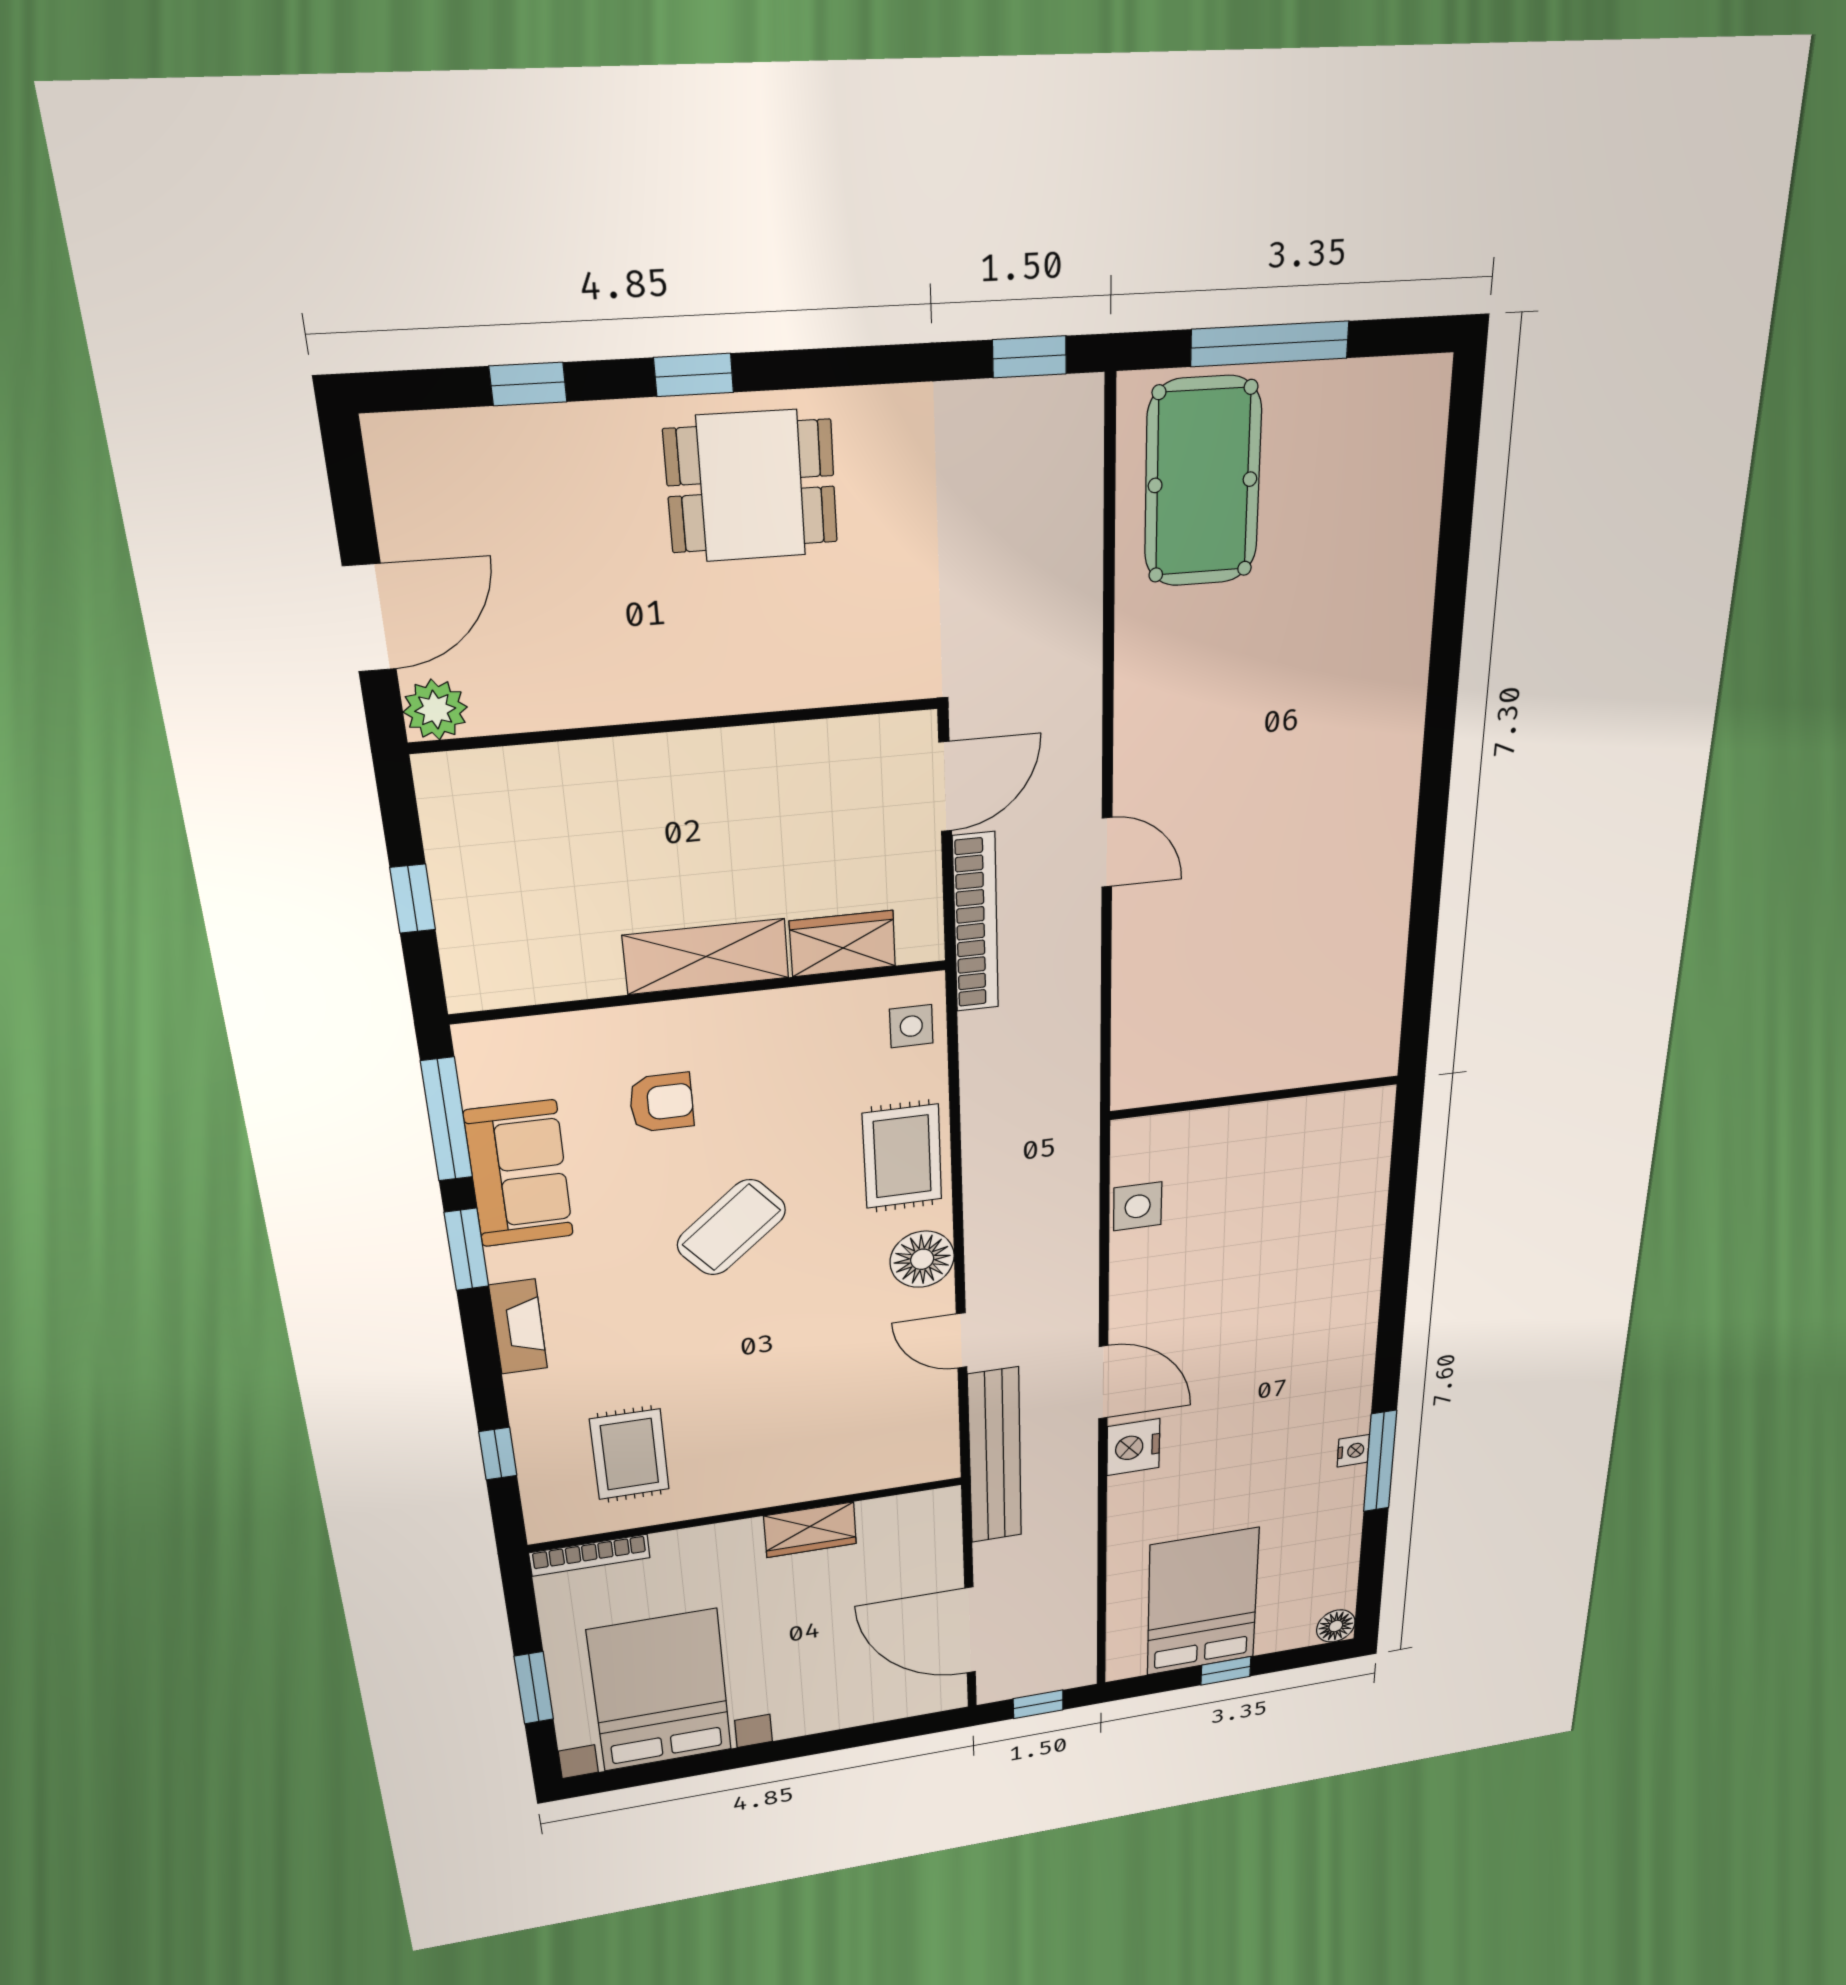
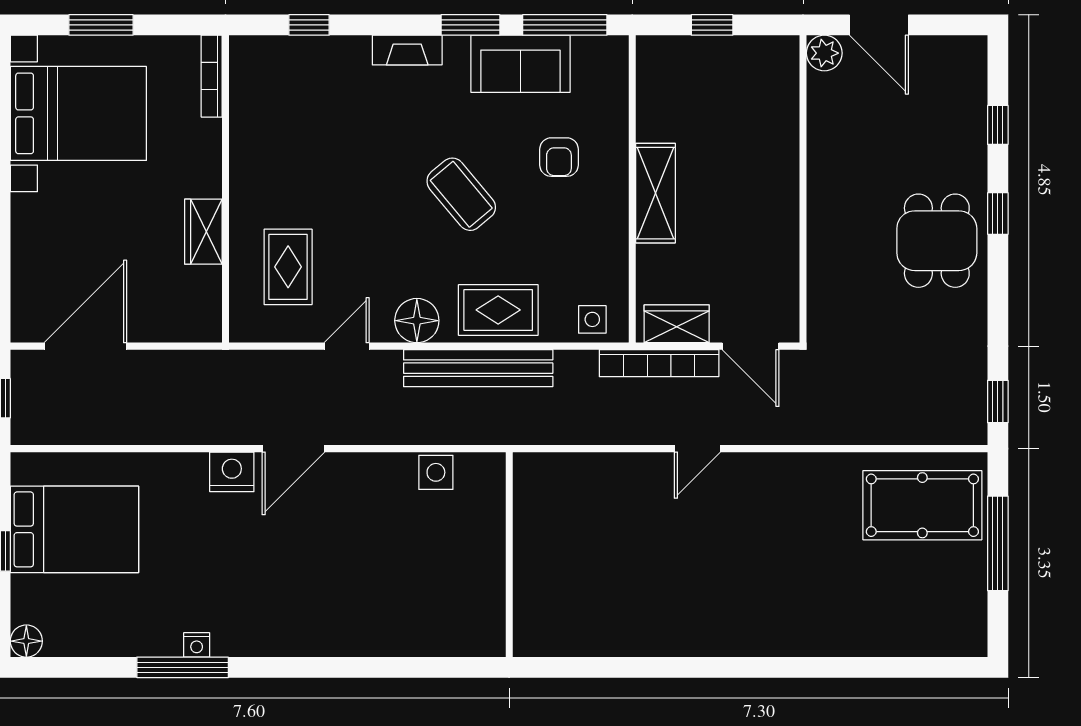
wardrobe: (843, 944) -> (677, 324), moved, turned -90
rug: (630, 1454) -> (288, 267), moved, turned 90
bench: (995, 1456) -> (478, 368), moved

